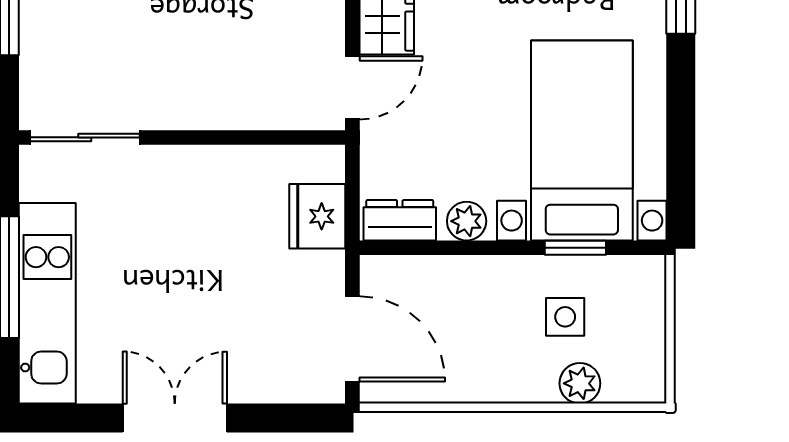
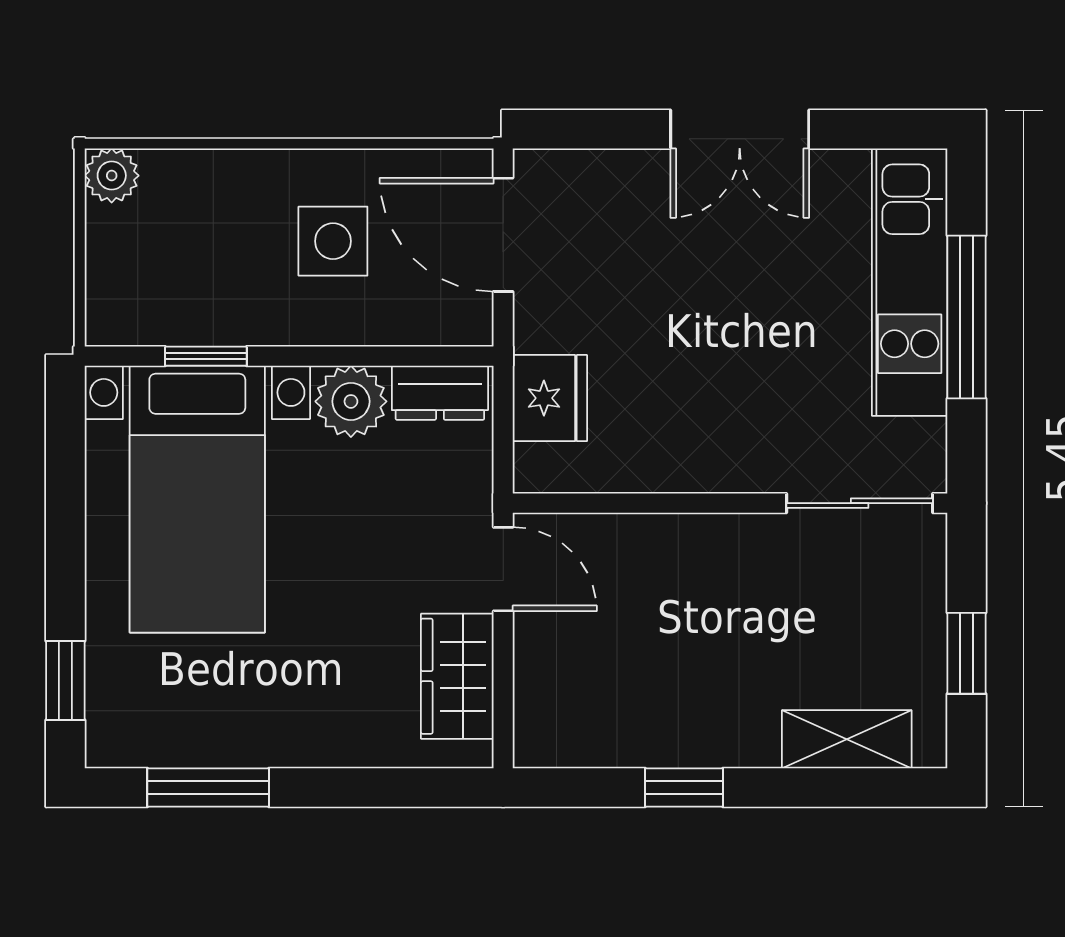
door: (352, 88) -> (503, 569), swing flipped
plant: (467, 221) -> (351, 401), width x1.38, depth x1.38
side table: (565, 317) -> (333, 241), moved, width x1.37, depth x1.37
plant: (580, 383) -> (112, 176), moved

